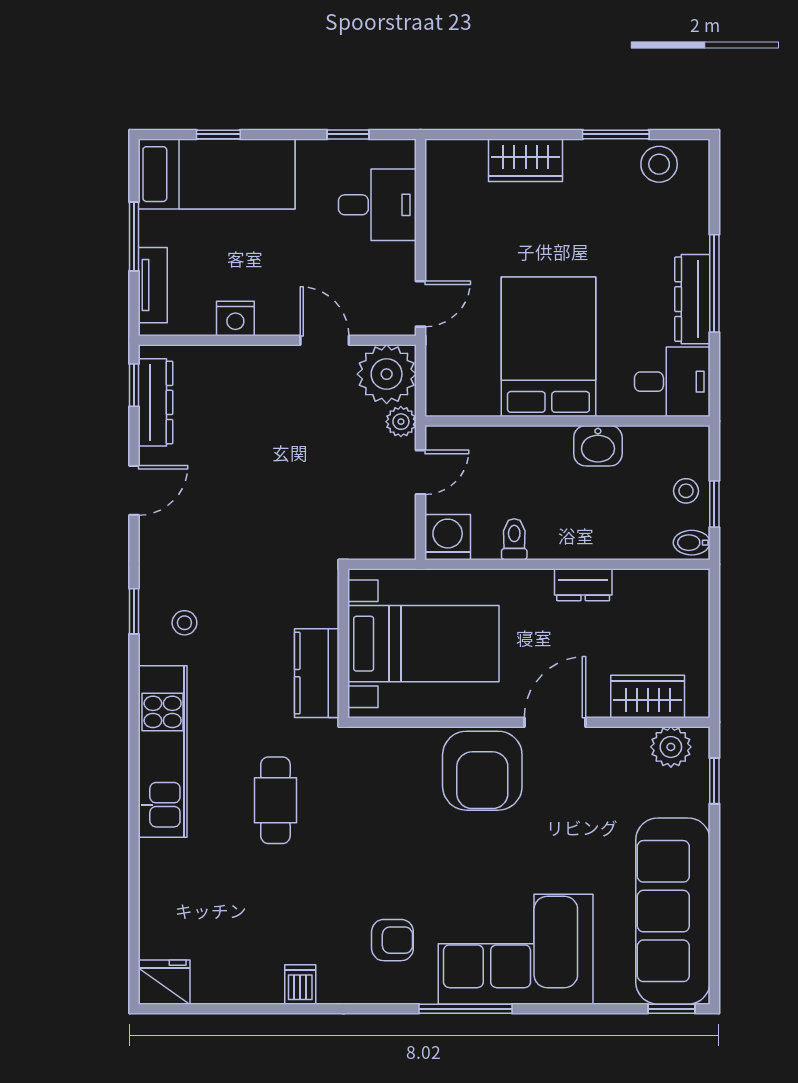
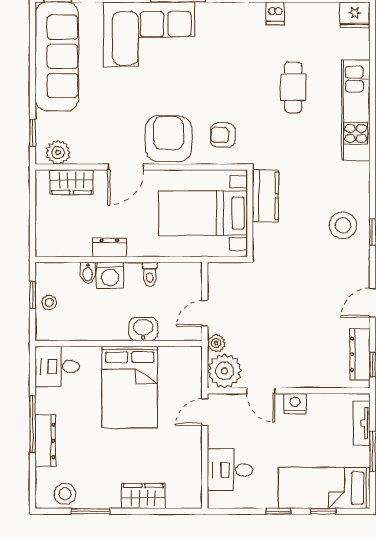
window: (348, 134) -> (278, 511), moved
dresser: (692, 299) -> (45, 441), moved
nightstand: (235, 318) -> (295, 403), moved
washbasin: (598, 446) -> (143, 329), moved
washing machine: (448, 537) -> (110, 275), moved
bidet: (692, 543) -> (88, 273), moved, turned 90
stool: (184, 623) -> (343, 225), width x1.89, depth x1.89
kitchen unit: (163, 751) -> (356, 110), moved
cafe table: (275, 800) -> (293, 87), moved
armchair: (392, 940) -> (223, 135), moved

